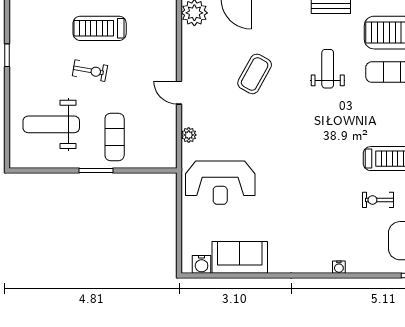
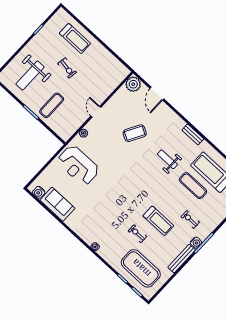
treadmill: (100, 28) -> (75, 38), moved, turned 180
weight bench: (328, 69) -> (167, 159), turned -90
weight bench: (51, 124) -> (30, 75), turned -90

